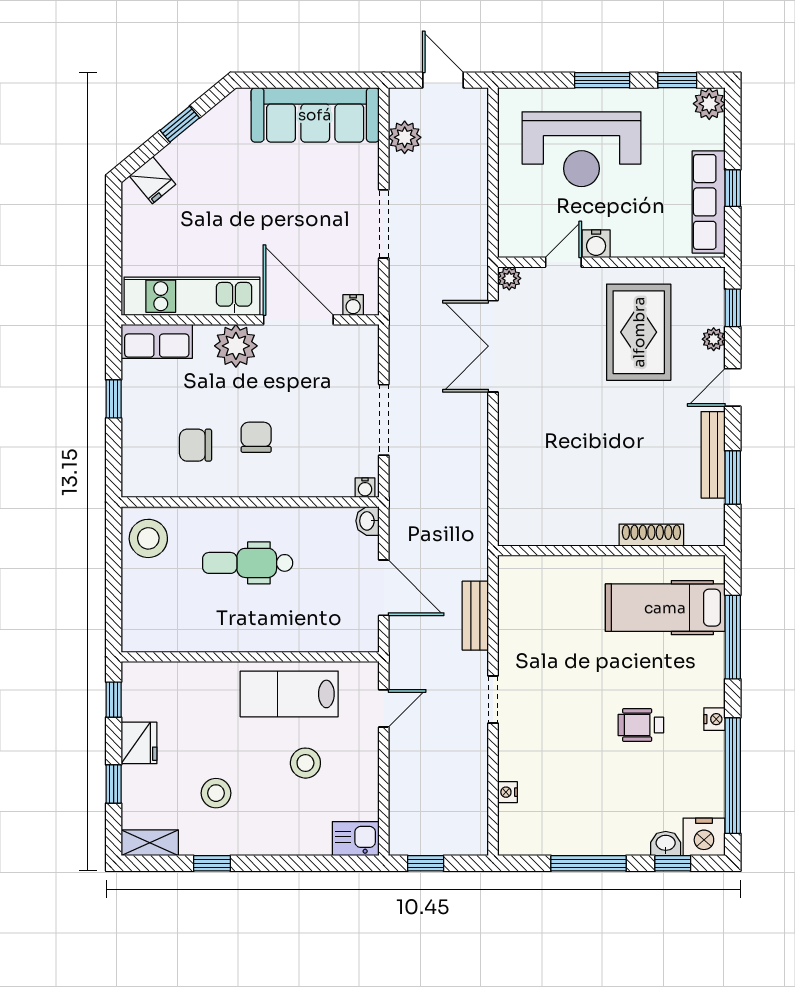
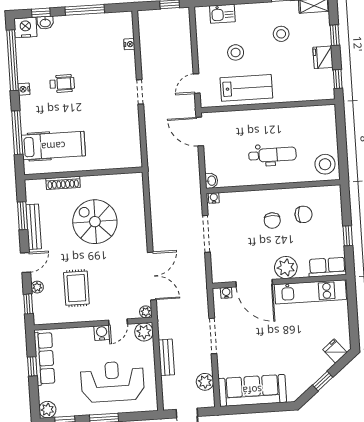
plant: (515, 240) -> (144, 332), added
rug: (639, 332) -> (76, 288), width x0.73, depth x0.70
spiral stairs: (595, 457) -> (95, 222), added
door: (384, 588) -> (200, 132), moved
bench: (475, 616) -> (166, 357), moved
kitchen sink: (356, 839) -> (222, 14), moved

